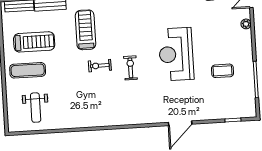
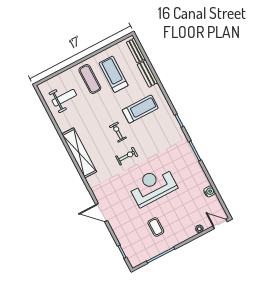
treadmill: (34, 42) -> (114, 74), turned 180
weight bench: (36, 108) -> (64, 98), turned 180
shelving: (103, 118) -> (79, 153), added

